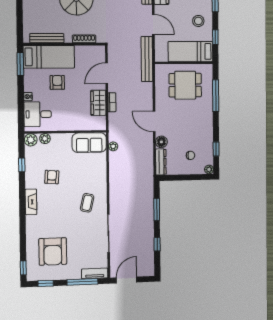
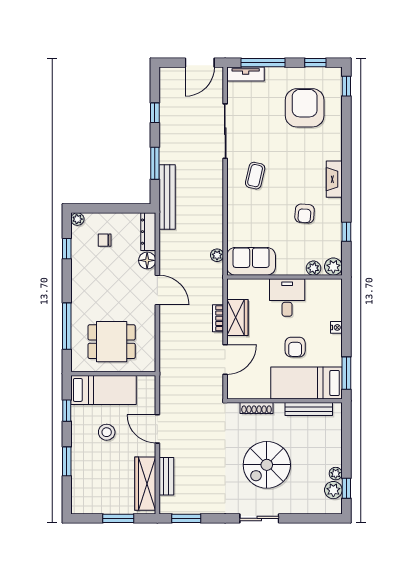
stool: (198, 21) -> (107, 432), moved
bench: (147, 59) -> (167, 197), moved
desk: (38, 114) -> (287, 298), moved, turned -90

